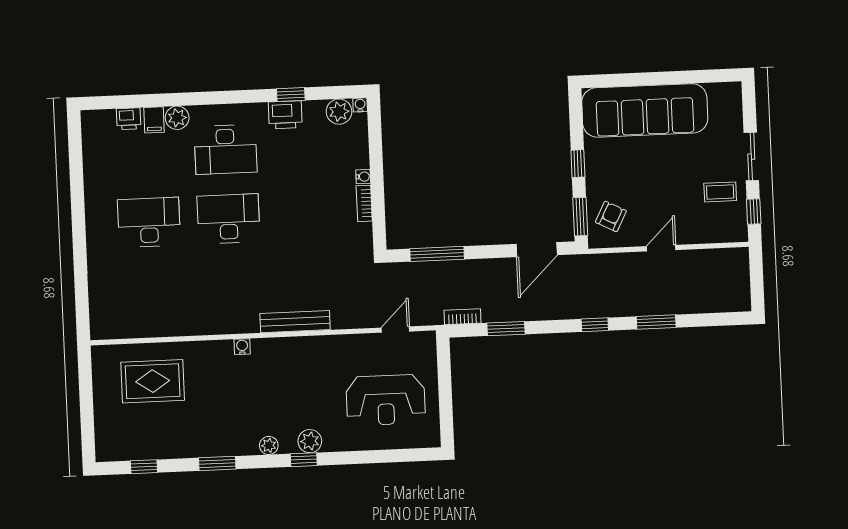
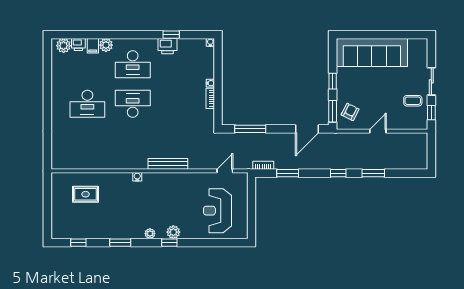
plant: (339, 112) -> (64, 46), moved
desk: (149, 222) -> (87, 104), turned 180
rug: (153, 381) -> (86, 194), width x0.73, depth x0.70
reception desk: (386, 400) -> (217, 211), turned 90

